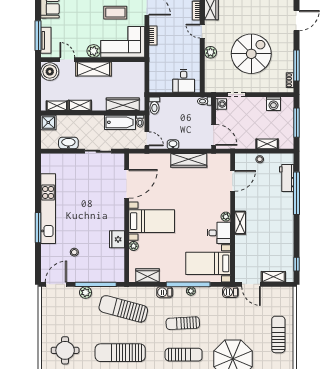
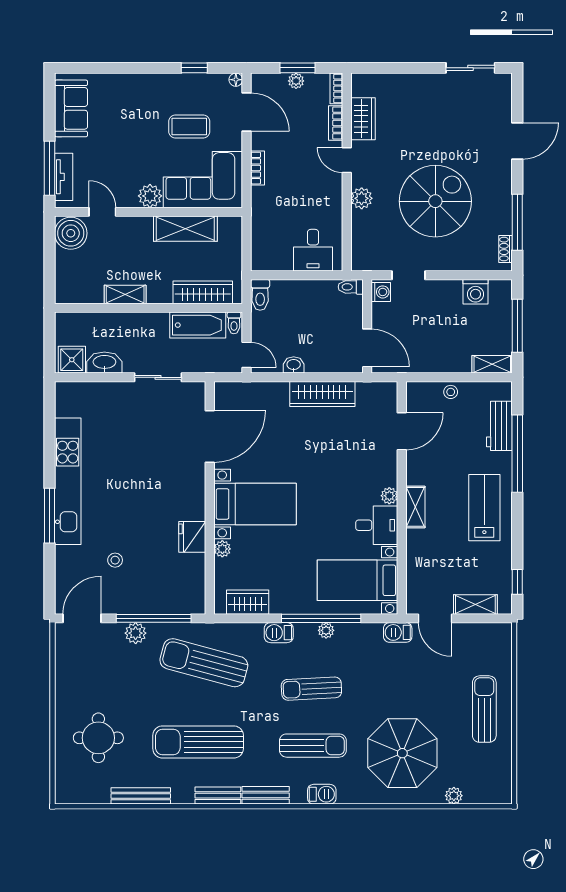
shelving: (94, 69) -> (185, 229), moved
shelving: (57, 106) -> (84, 295), removed
shower: (48, 123) -> (72, 360), moved
shelving: (267, 144) -> (492, 364), moved
lab bench: (278, 223) -> (484, 508), added

